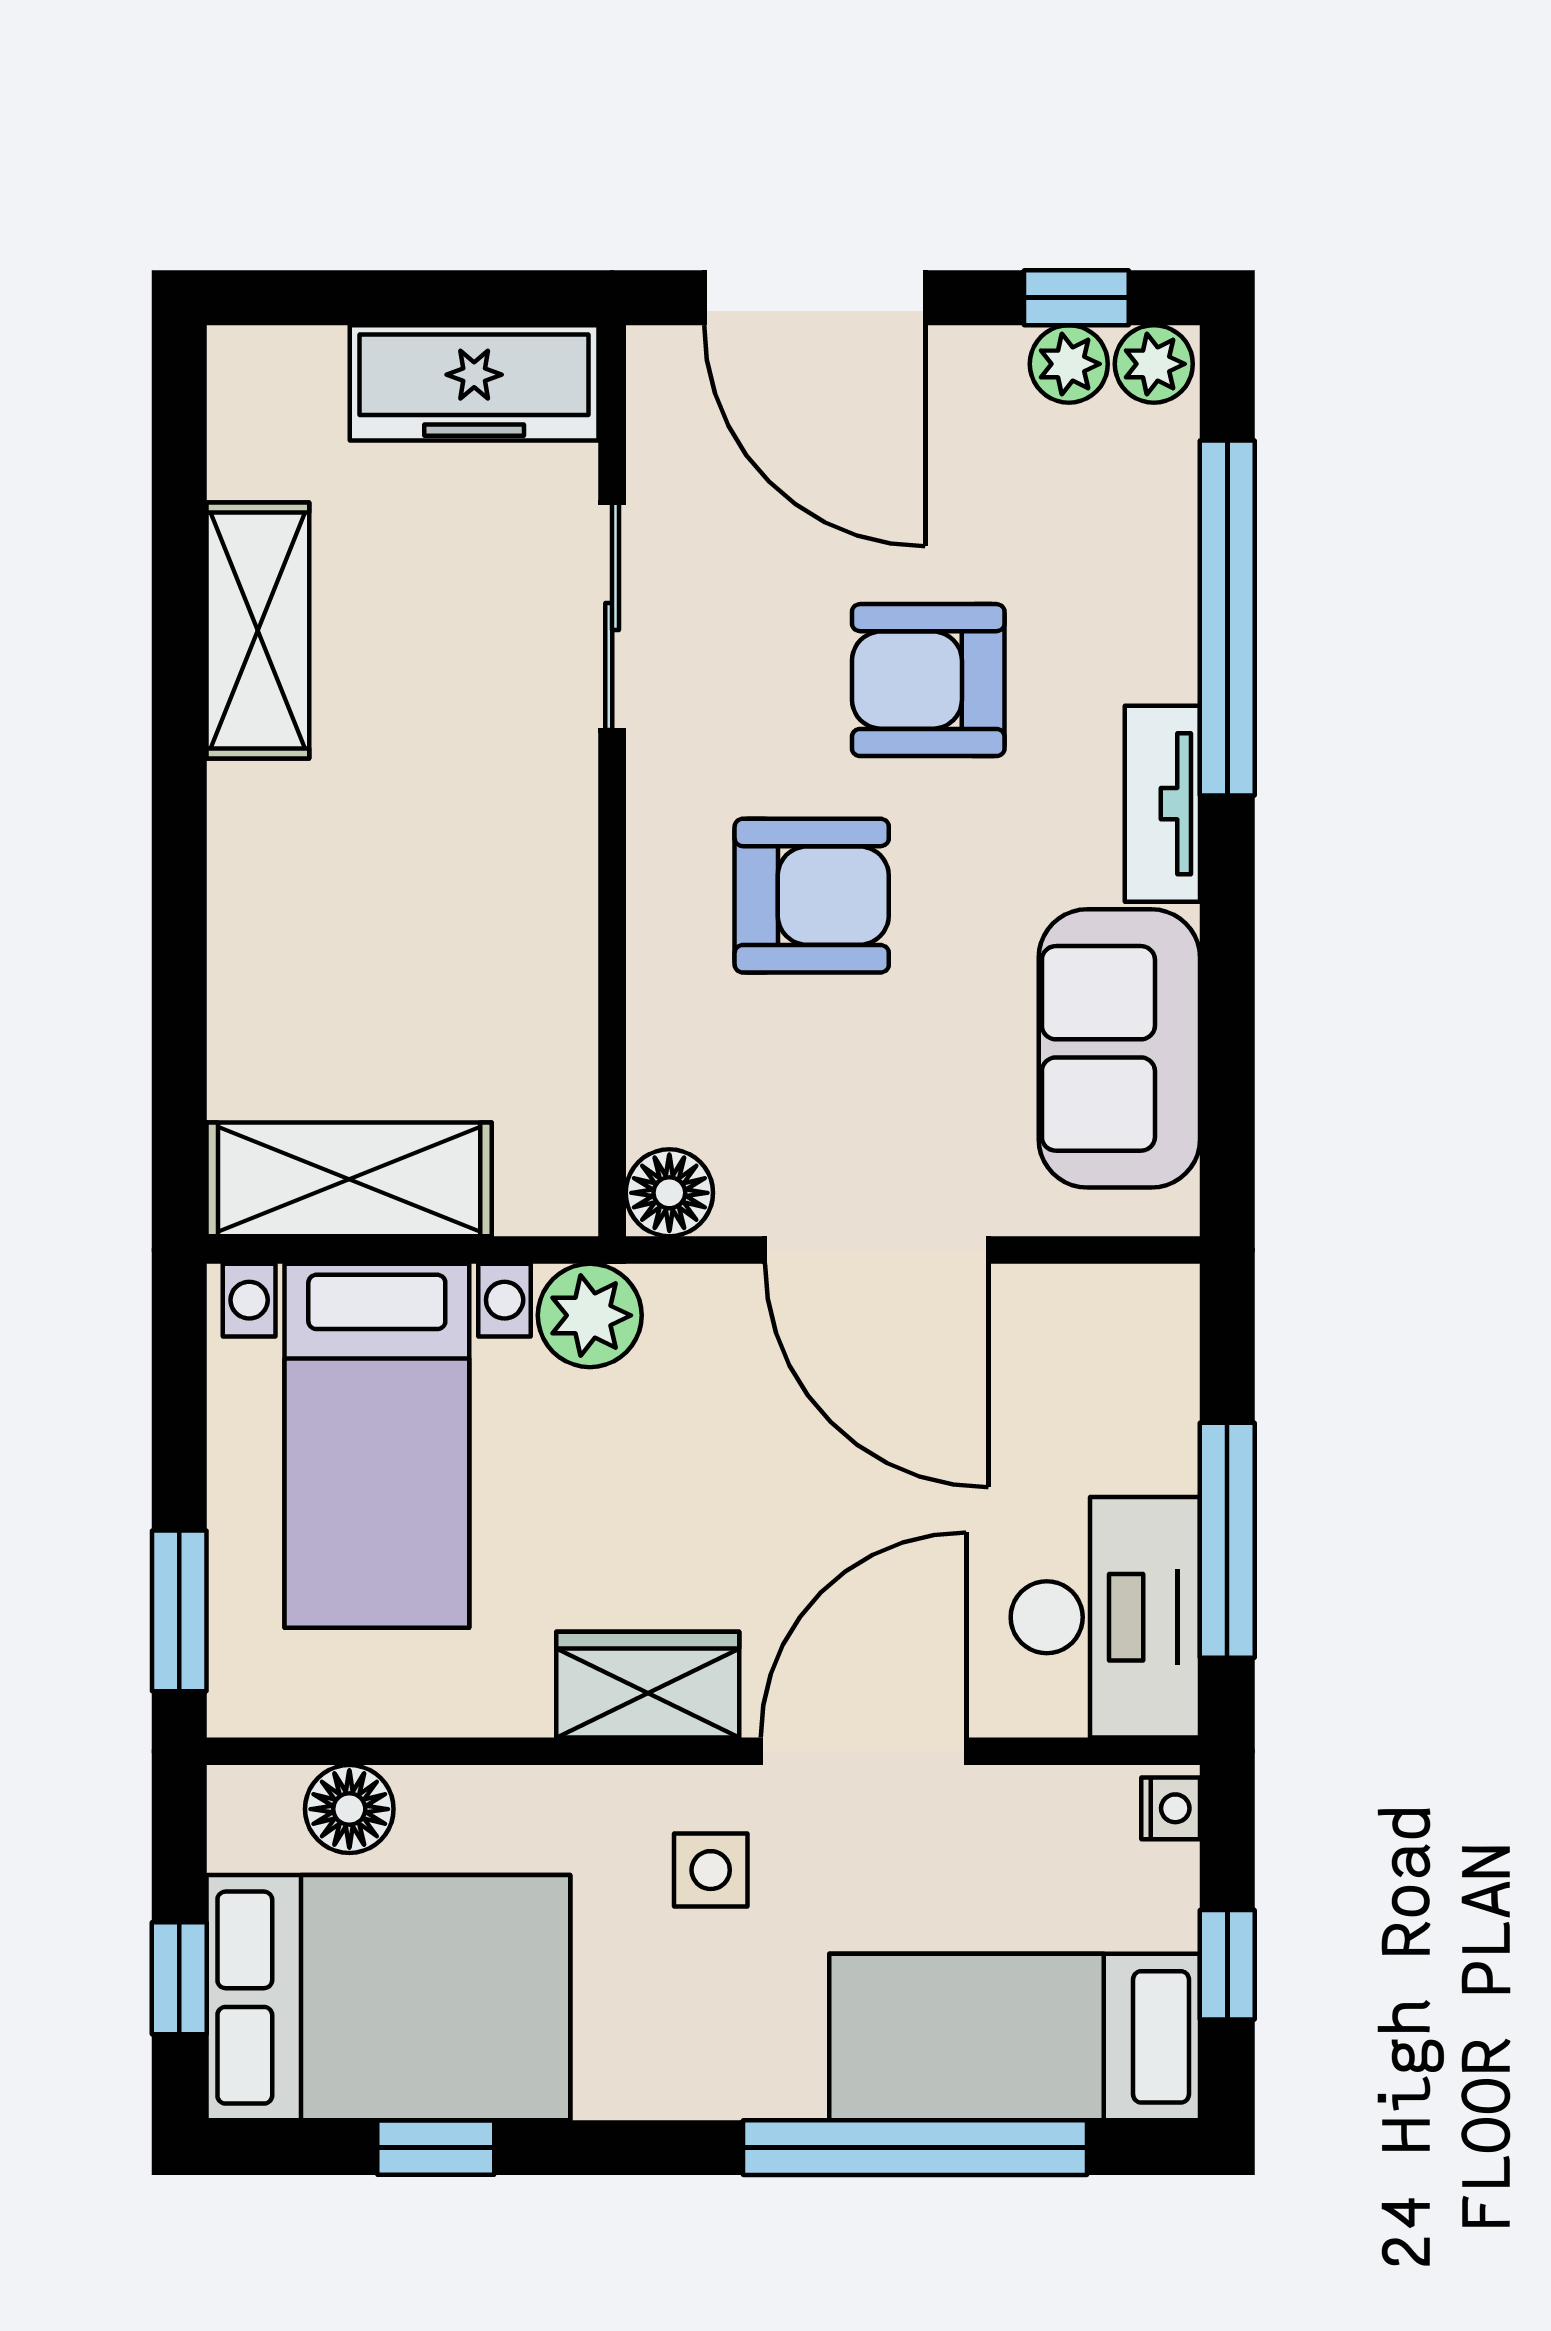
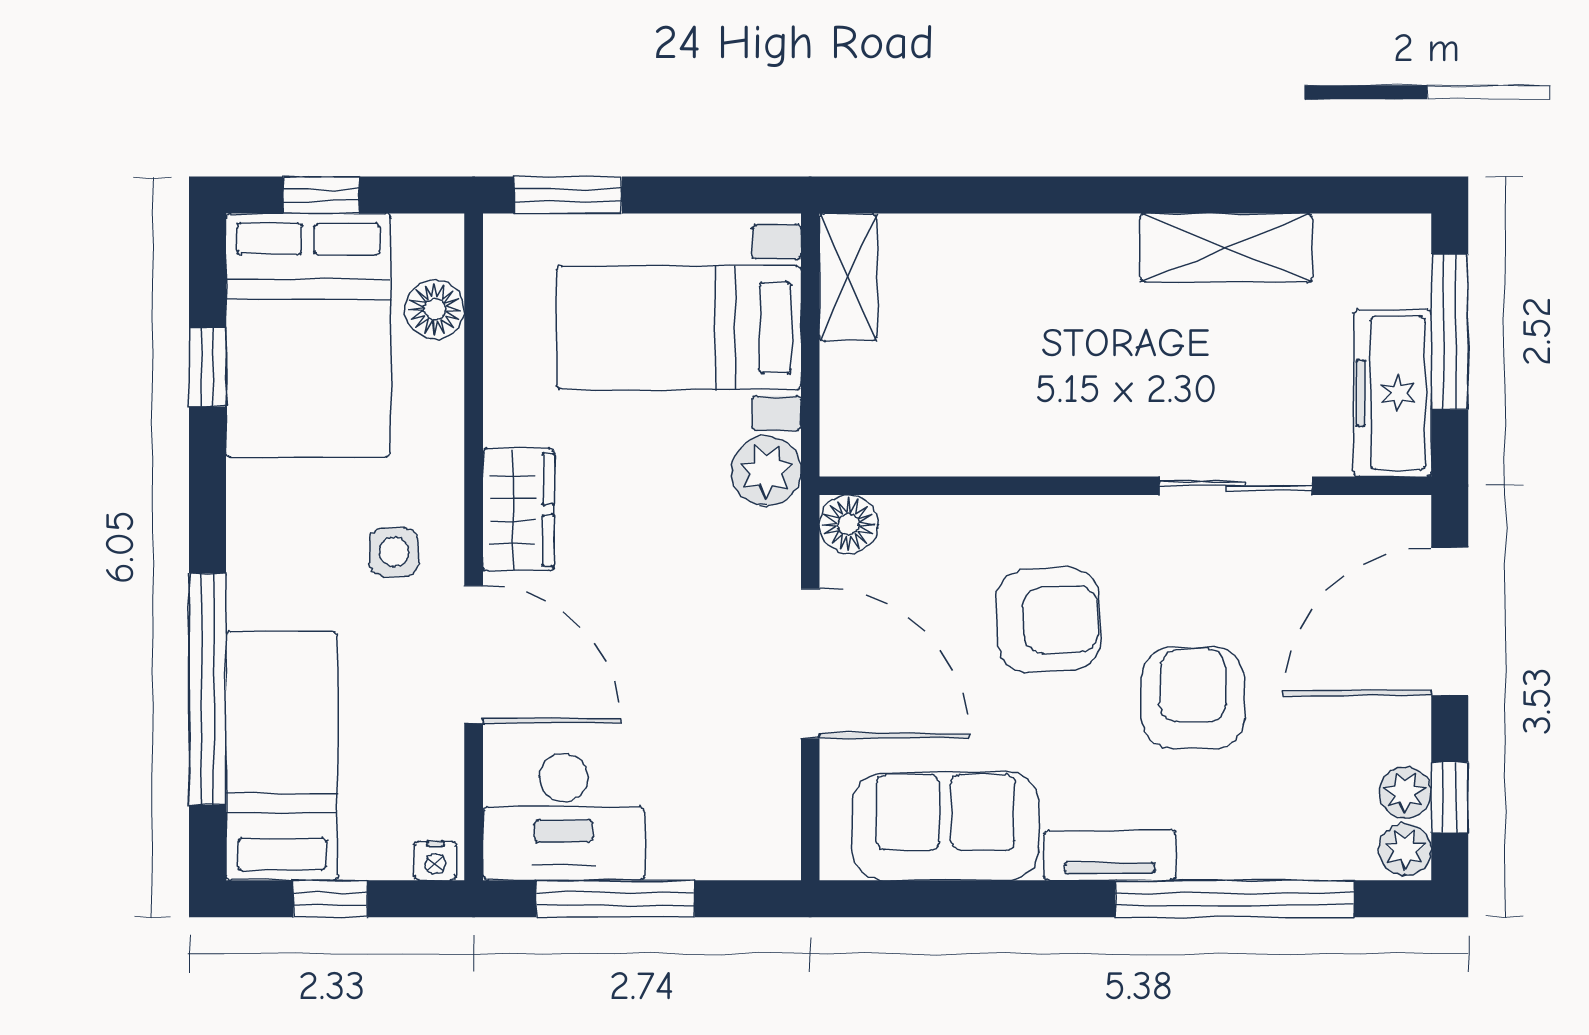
window: (383, 298) -> (1450, 332), added
armchair: (812, 896) -> (1048, 620), turned -92
shelving: (349, 1179) -> (848, 277), width x0.67, depth x0.75
door: (877, 1250) -> (810, 663), swing flipped

